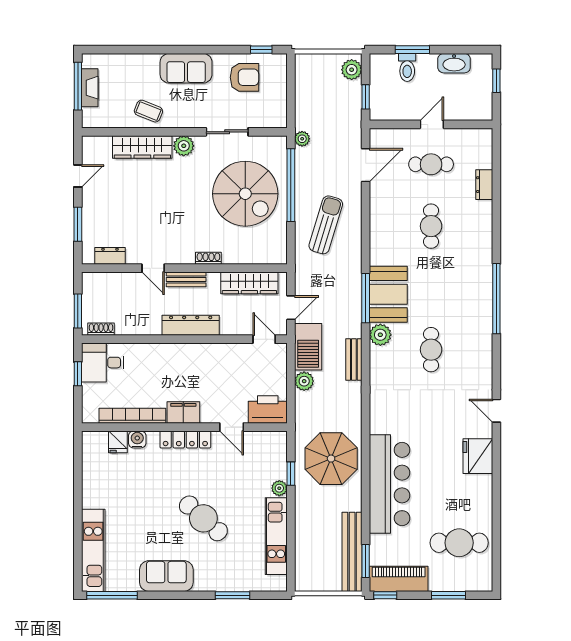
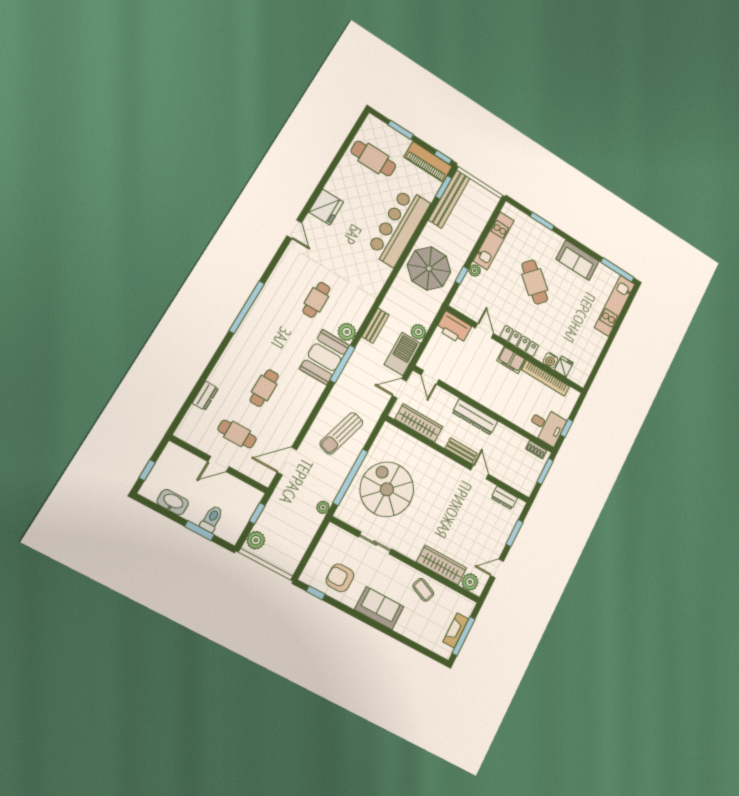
plant: (184, 146) -> (470, 582), moved
shoe rack: (208, 258) -> (438, 457), removed

